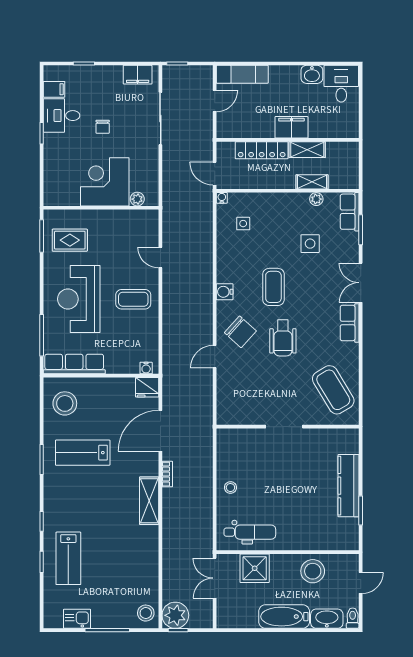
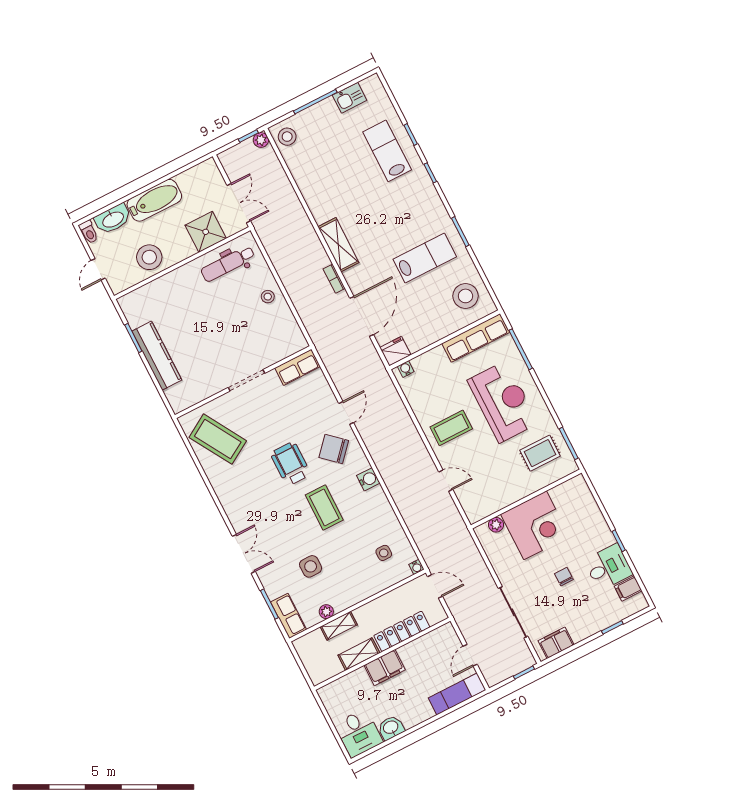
row of seats: (350, 323) -> (298, 367), moved, turned 90
plant: (175, 615) -> (261, 140), width x0.53, depth x0.53

